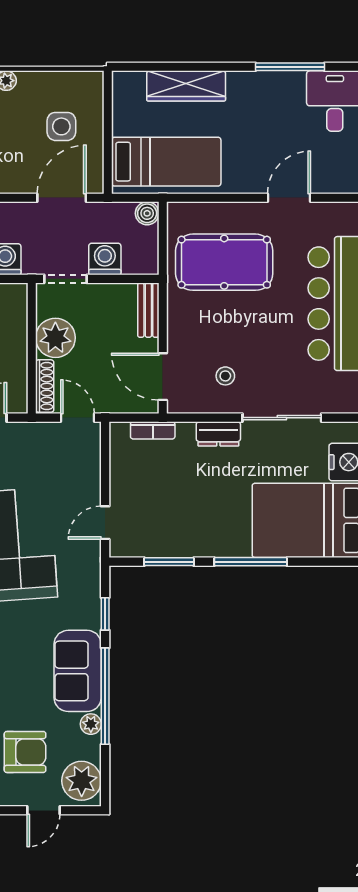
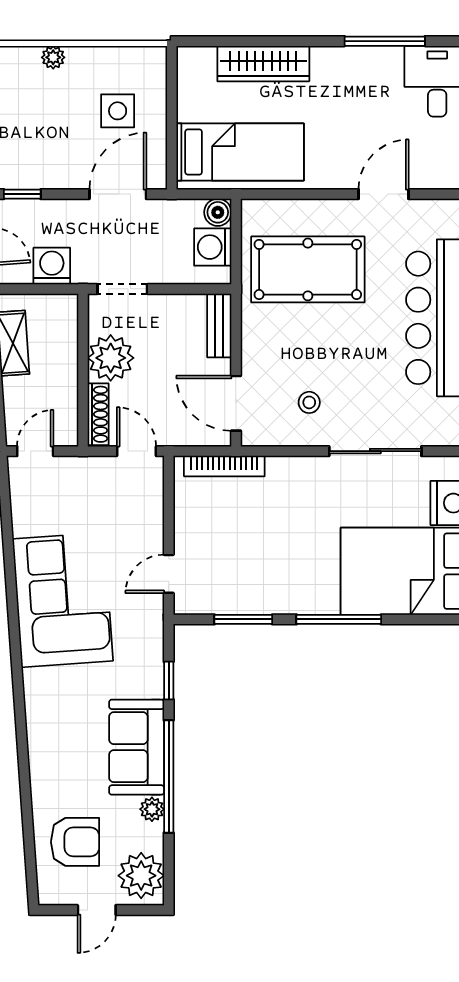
washing machine: (105, 259) -> (213, 247), moved, turned -90
bookcase: (153, 430) -> (224, 466), width x1.56
dresser: (218, 434) -> (301, 470), removed

